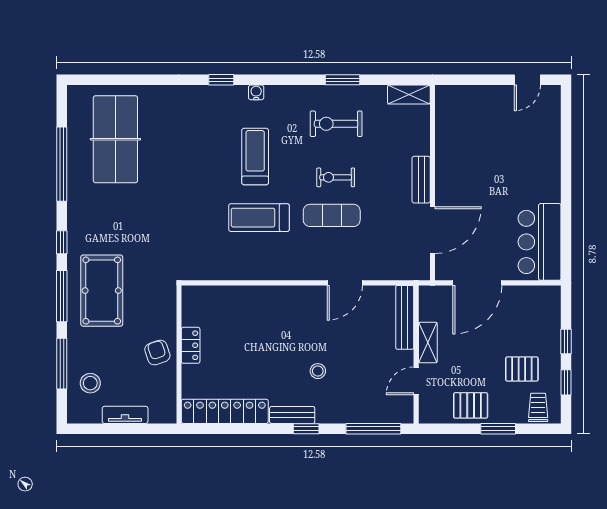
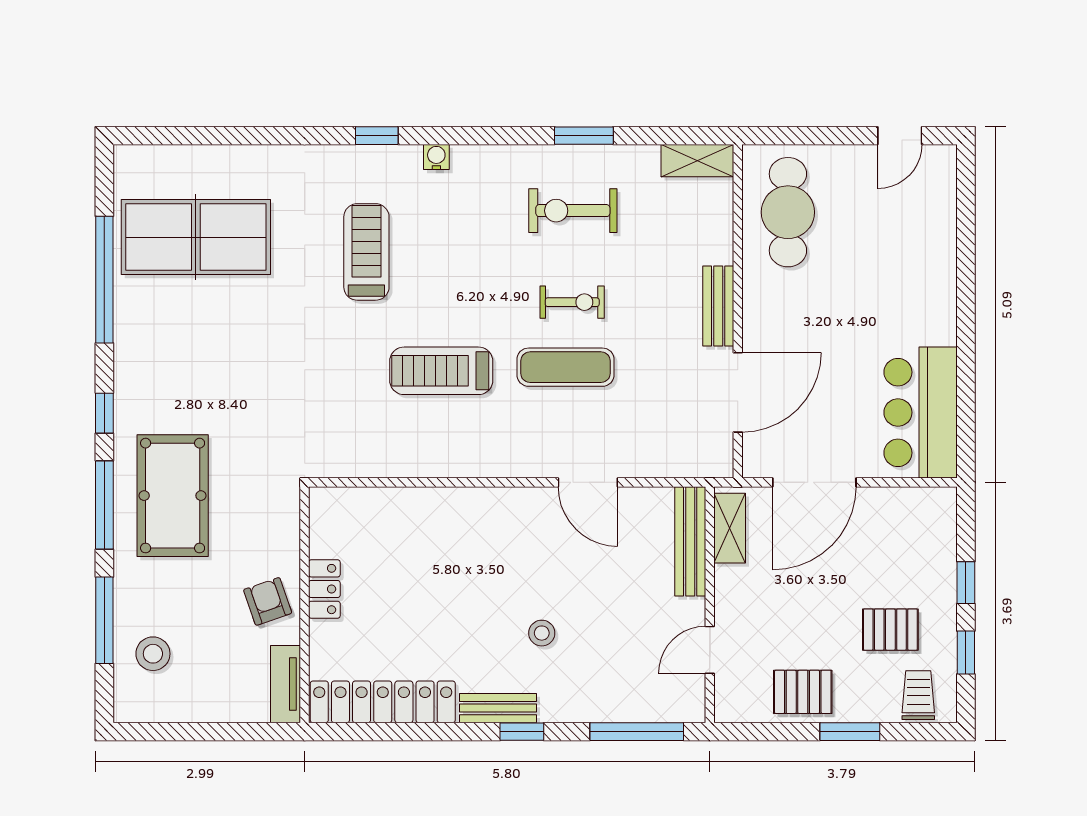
cafe table: (462, 125) -> (788, 212), added
table tennis table: (115, 139) -> (196, 237), turned 90
treadmill: (255, 157) -> (366, 252), moved
exercise bike: (336, 177) -> (572, 302), turned 180
door: (345, 283) -> (588, 482), hinge flipped
shelving: (428, 343) -> (730, 528), moved
tv unit: (125, 415) -> (286, 684), moved, turned -90

